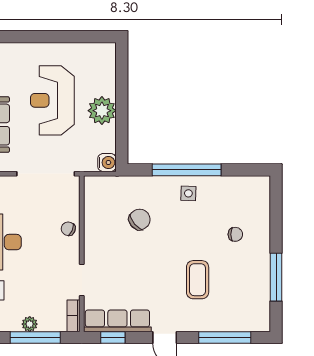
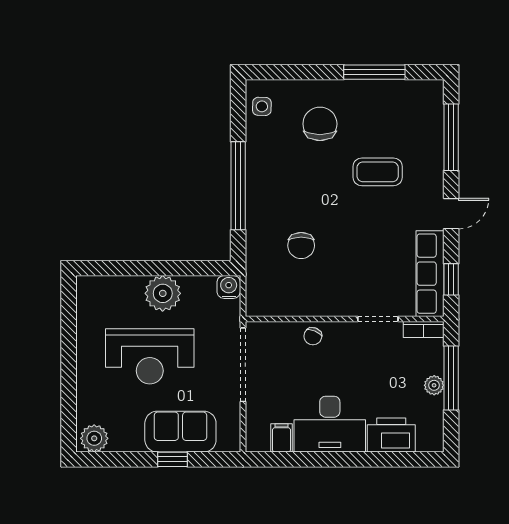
side table: (188, 193) -> (262, 106), moved
chair: (140, 220) -> (301, 246), turned -140
chair: (235, 234) -> (320, 124), width x1.87, depth x1.87

